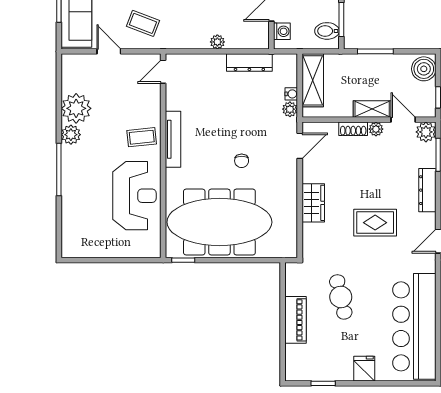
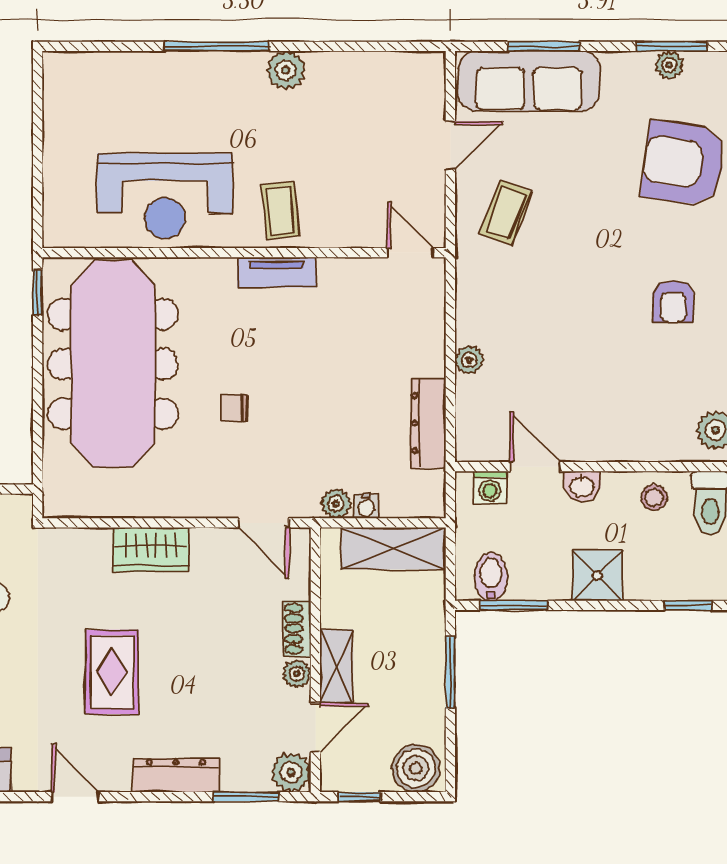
plant: (76, 108) -> (338, 81), removed
tv unit: (173, 139) -> (277, 272), width x0.71

